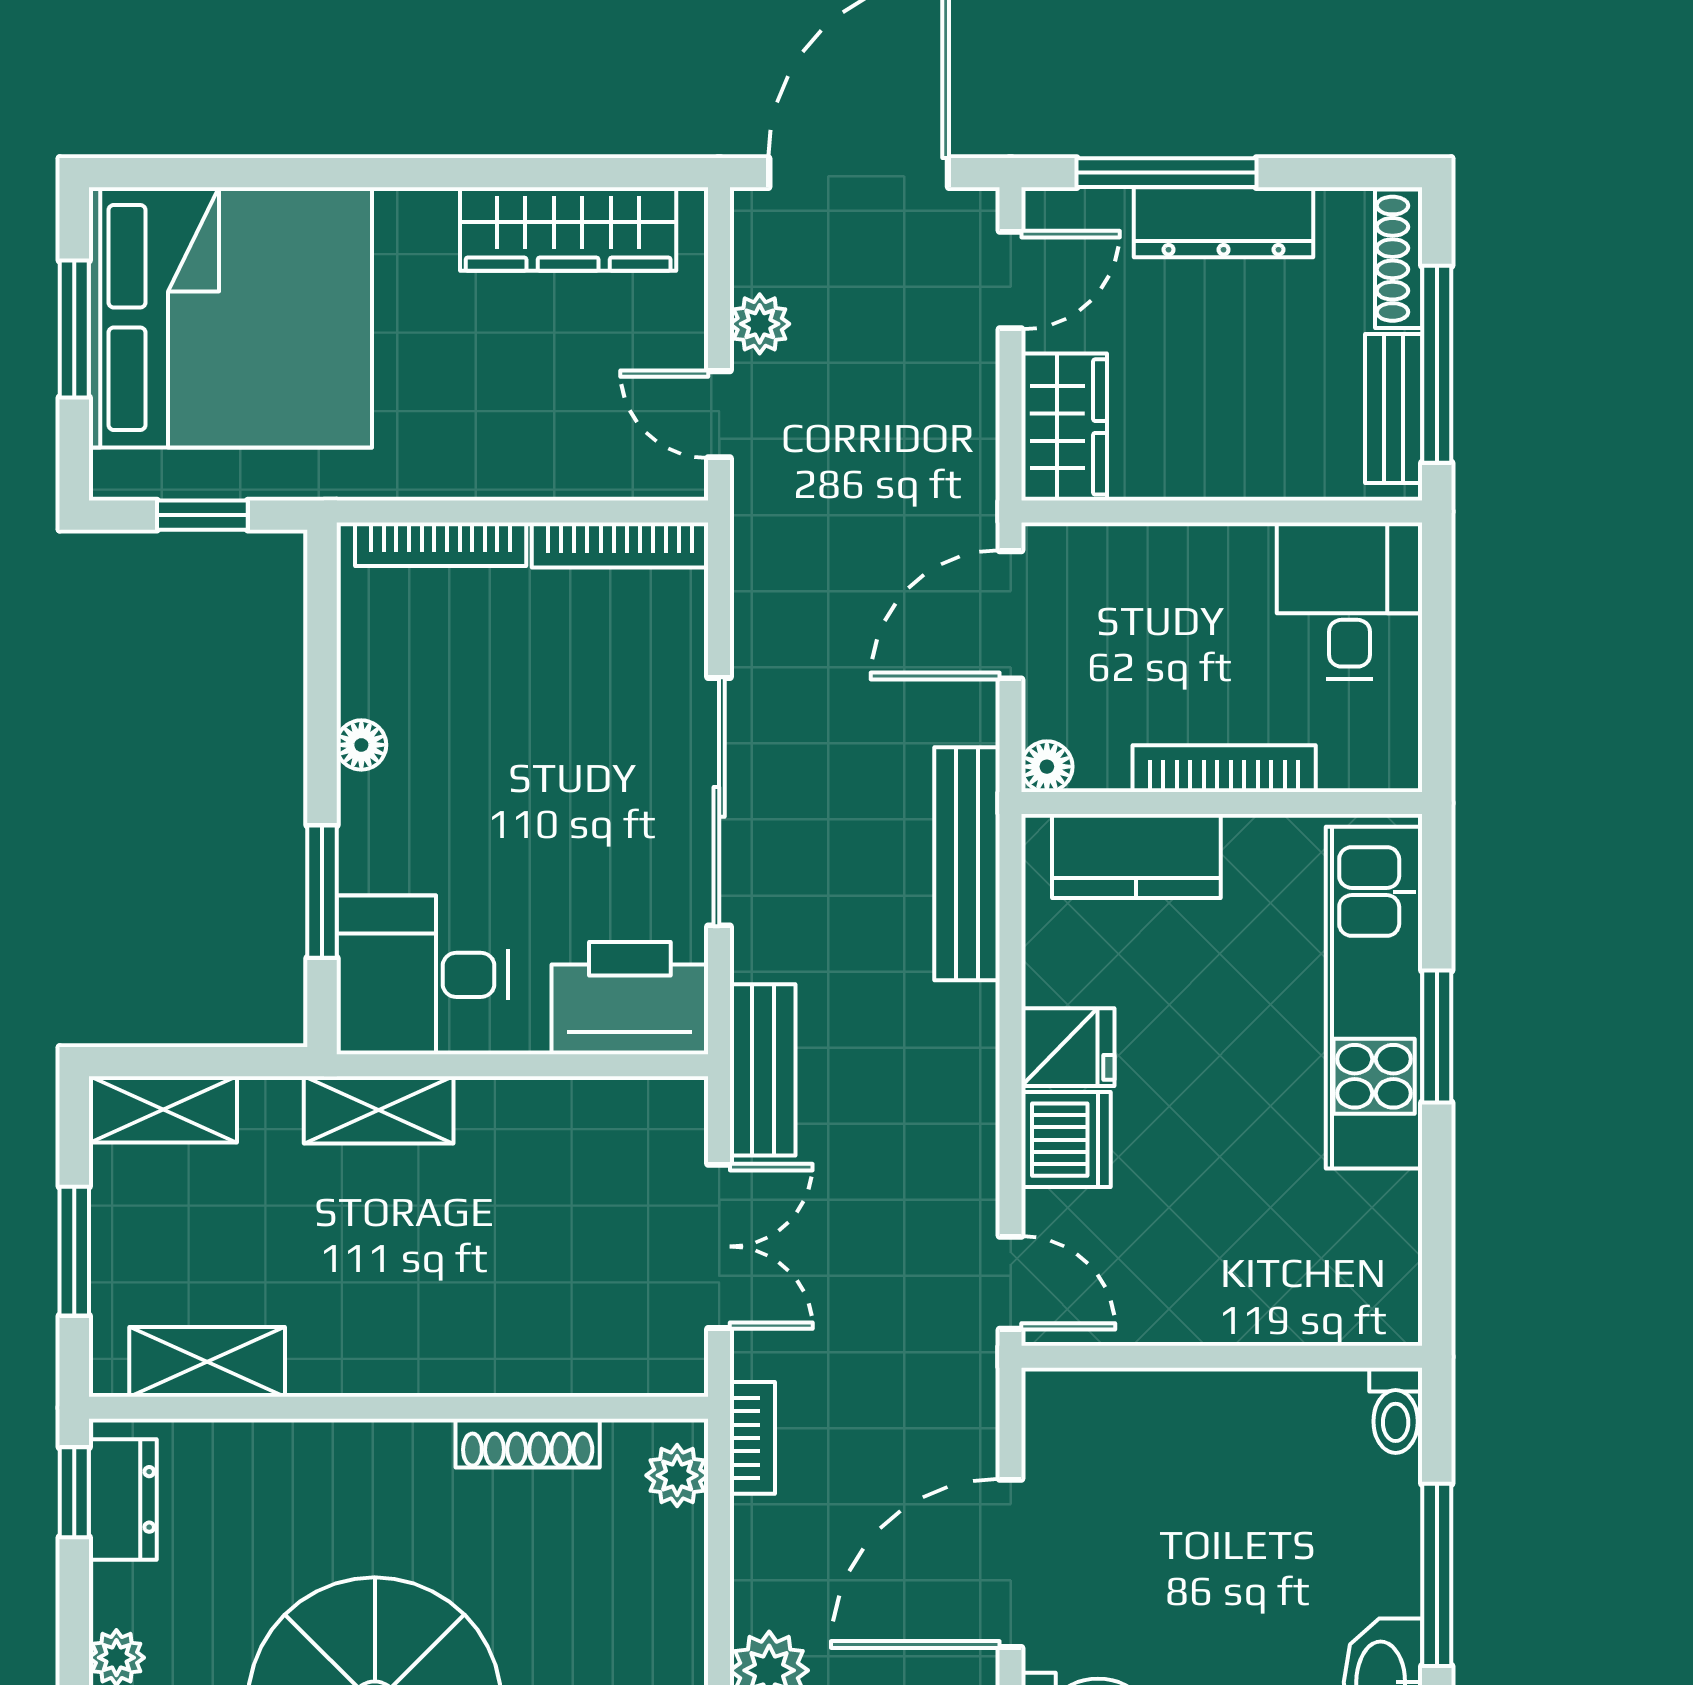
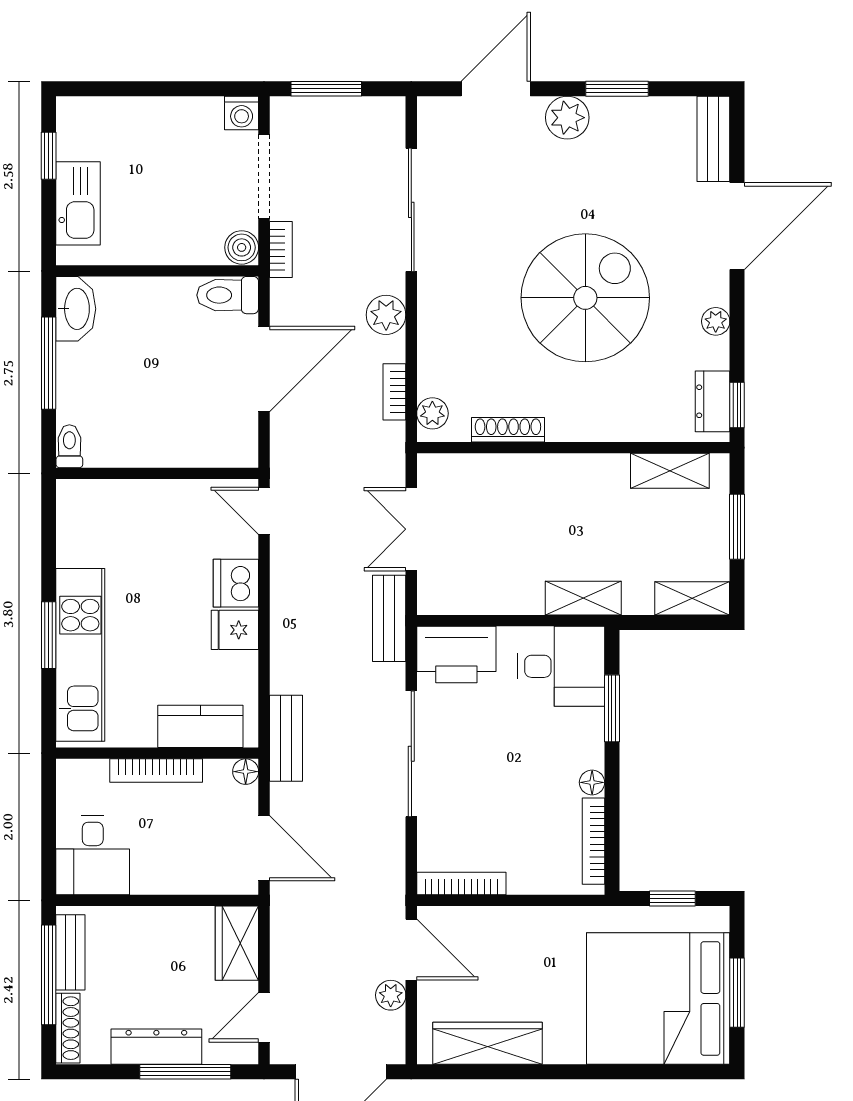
door: (719, 414) -> (411, 950), width x1.38
bookcase: (441, 544) -> (593, 841), moved, turned -90
door: (1011, 615) -> (264, 848), hinge flipped
bench: (967, 864) -> (286, 738), width x0.73
bookcase: (752, 1438) -> (394, 392), moved

